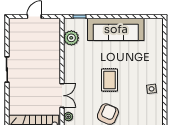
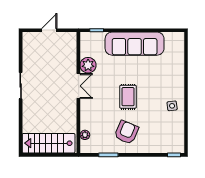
plant: (71, 38) -> (88, 65), moved
double door: (62, 96) -> (78, 86), moved

